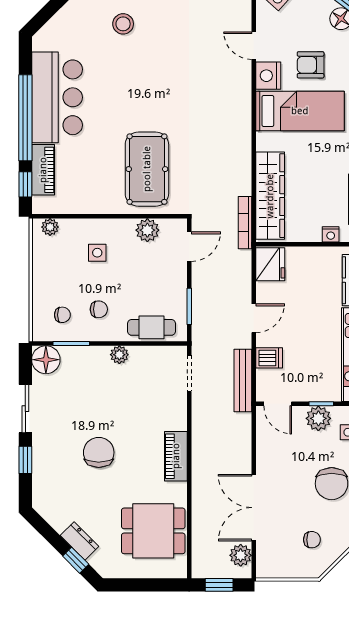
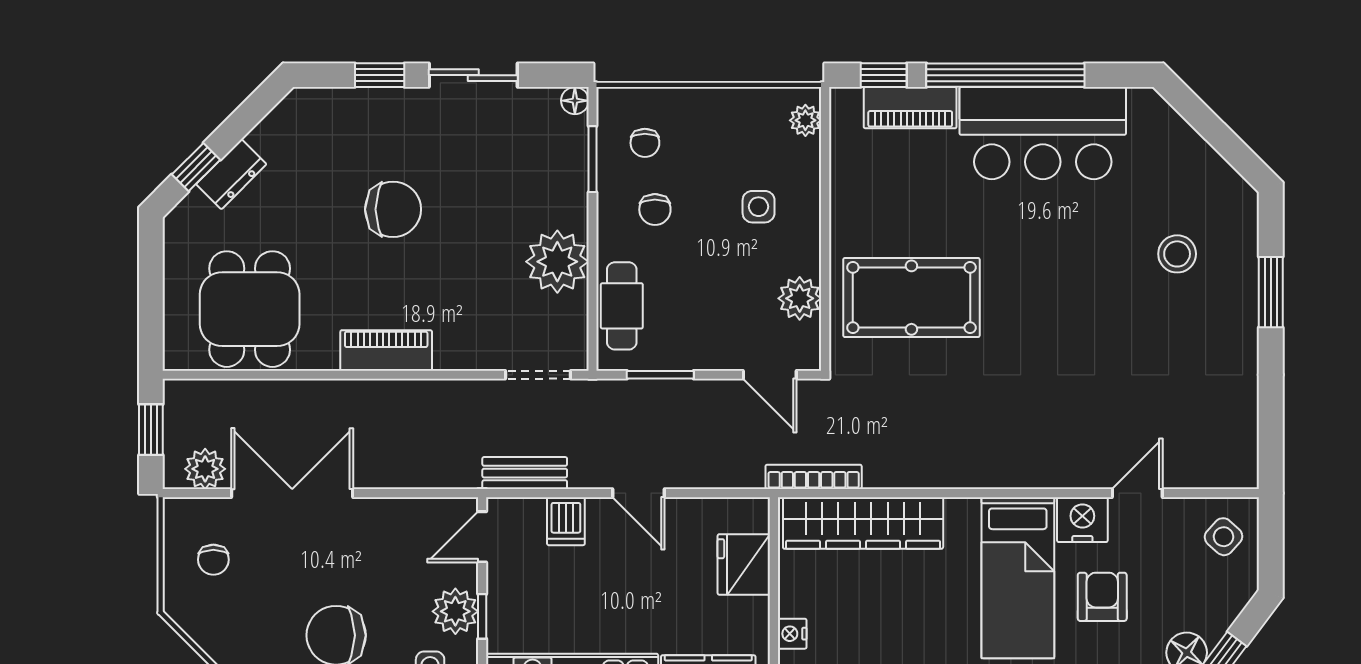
fridge: (270, 264) -> (744, 564), moved, turned 90
plant: (119, 355) -> (557, 262), width x1.88, depth x1.88
floor lamp: (46, 360) -> (575, 101), width x0.53, depth x0.53
bench: (243, 381) -> (525, 473), width x0.73
chair: (312, 540) -> (213, 560), moved

